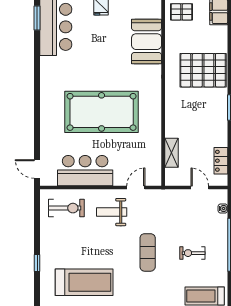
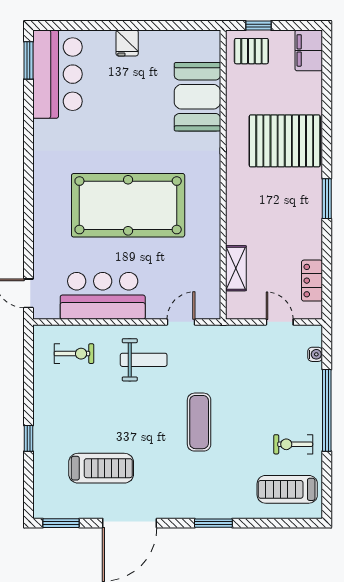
exercise bike: (66, 208) -> (74, 354), width x0.73, depth x0.72
weight bench: (112, 212) -> (144, 360), turned 180
exercise bike: (192, 253) -> (293, 444), moved
treadmill: (84, 282) -> (101, 468), width x0.73, depth x0.73

